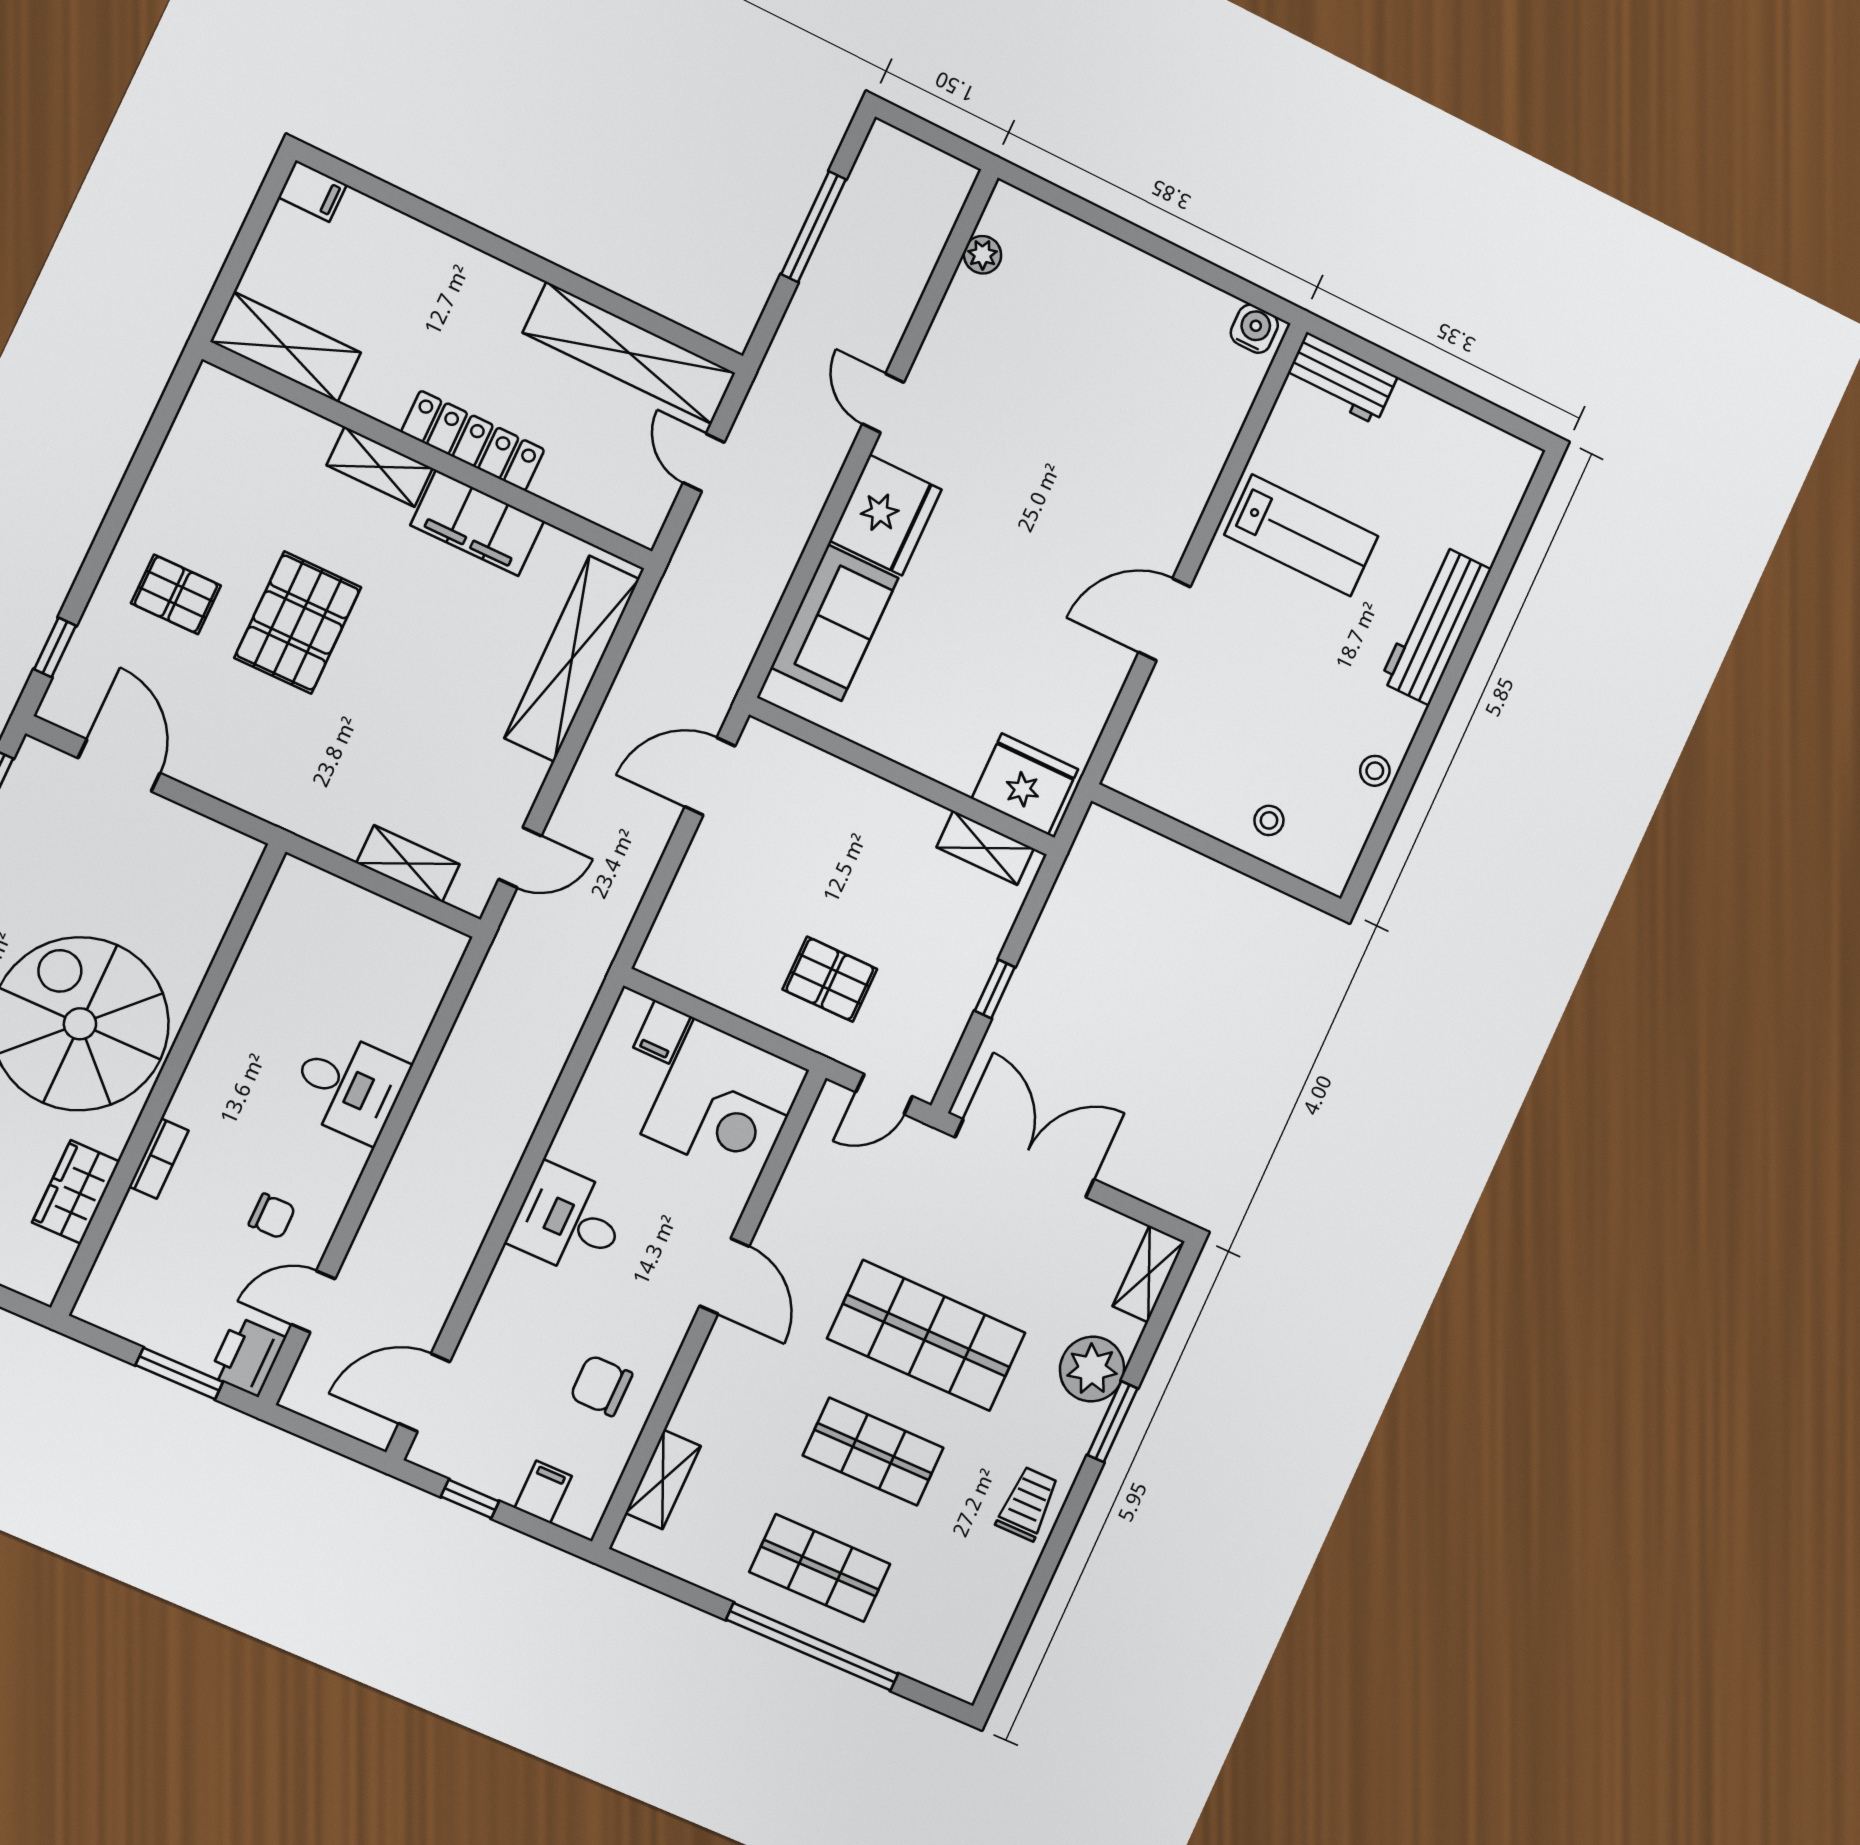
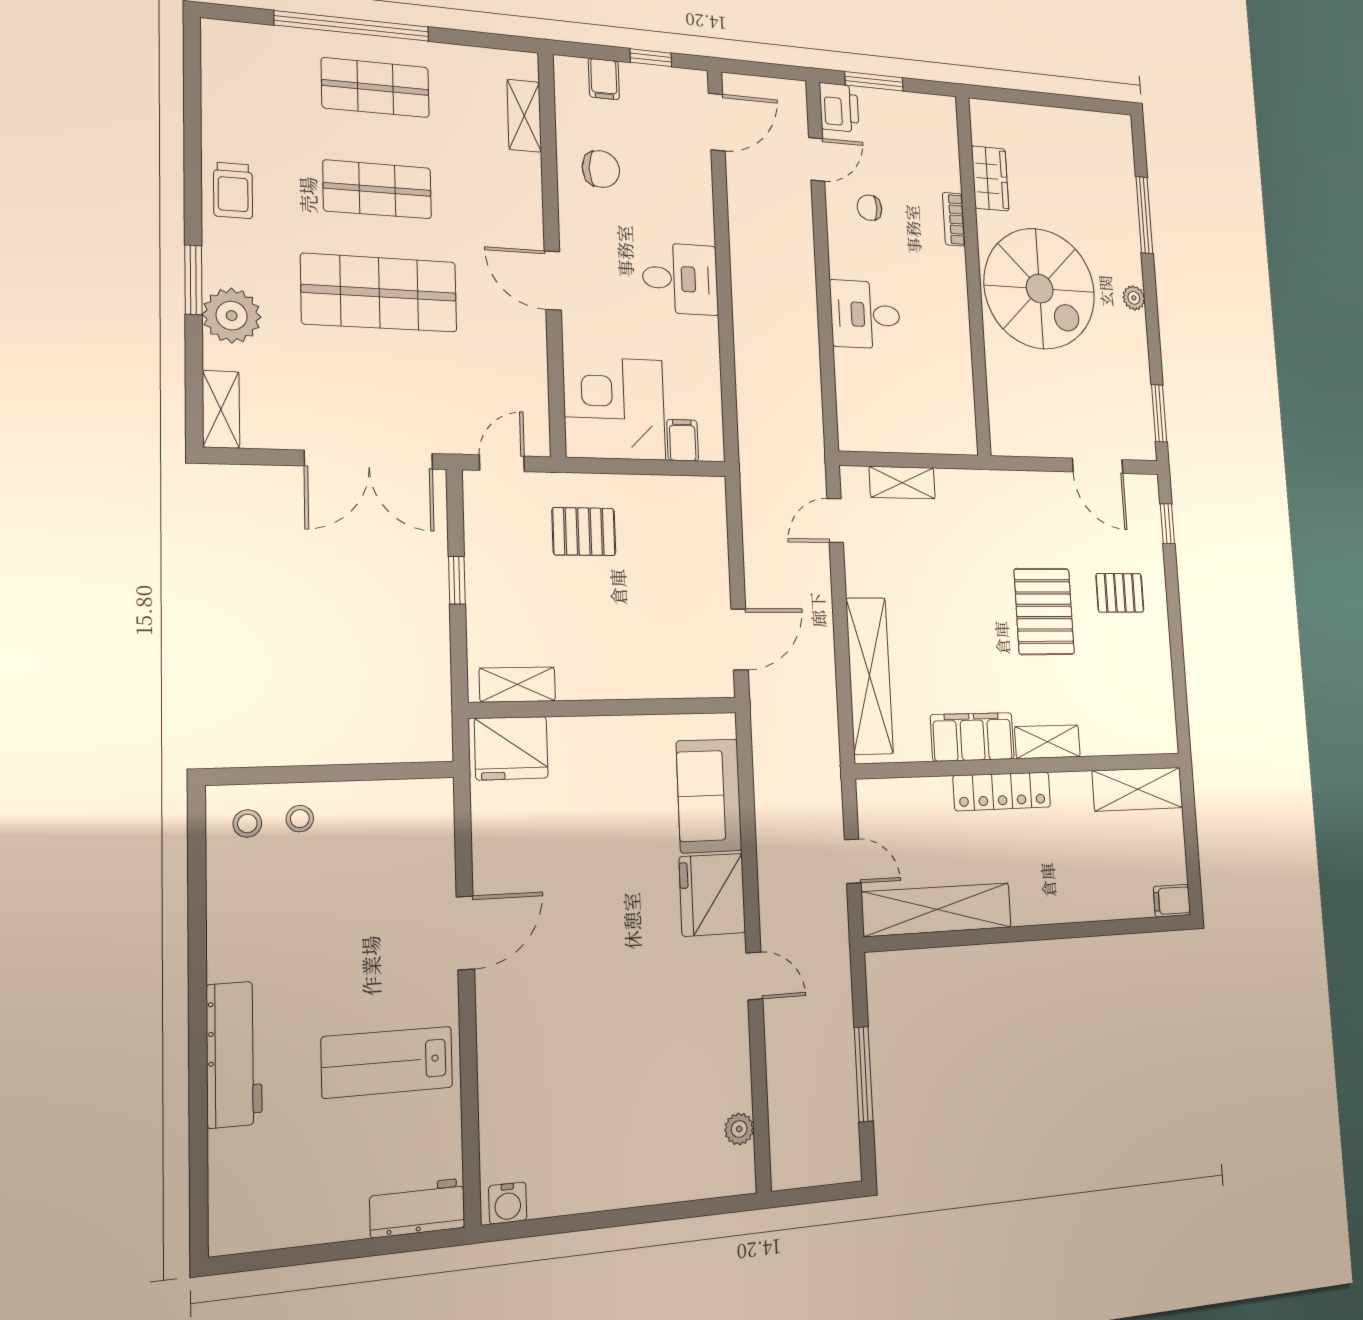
stool: (1375, 771) -> (247, 823), moved

